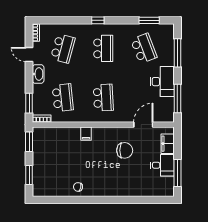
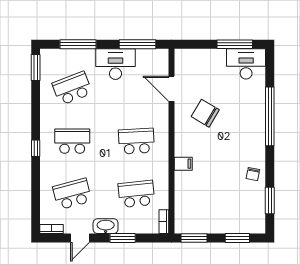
window: (149, 20) -> (36, 67), moved
school desk: (63, 48) -> (72, 194), turned -30
window: (29, 103) -> (123, 238), moved
filing cabinet: (168, 144) -> (196, 57), removed
chair: (125, 150) -> (205, 113), turned -59
desk: (162, 165) -> (246, 64), moved, width x1.37
window: (58, 200) -> (270, 200), added
window: (122, 200) -> (270, 116), added

